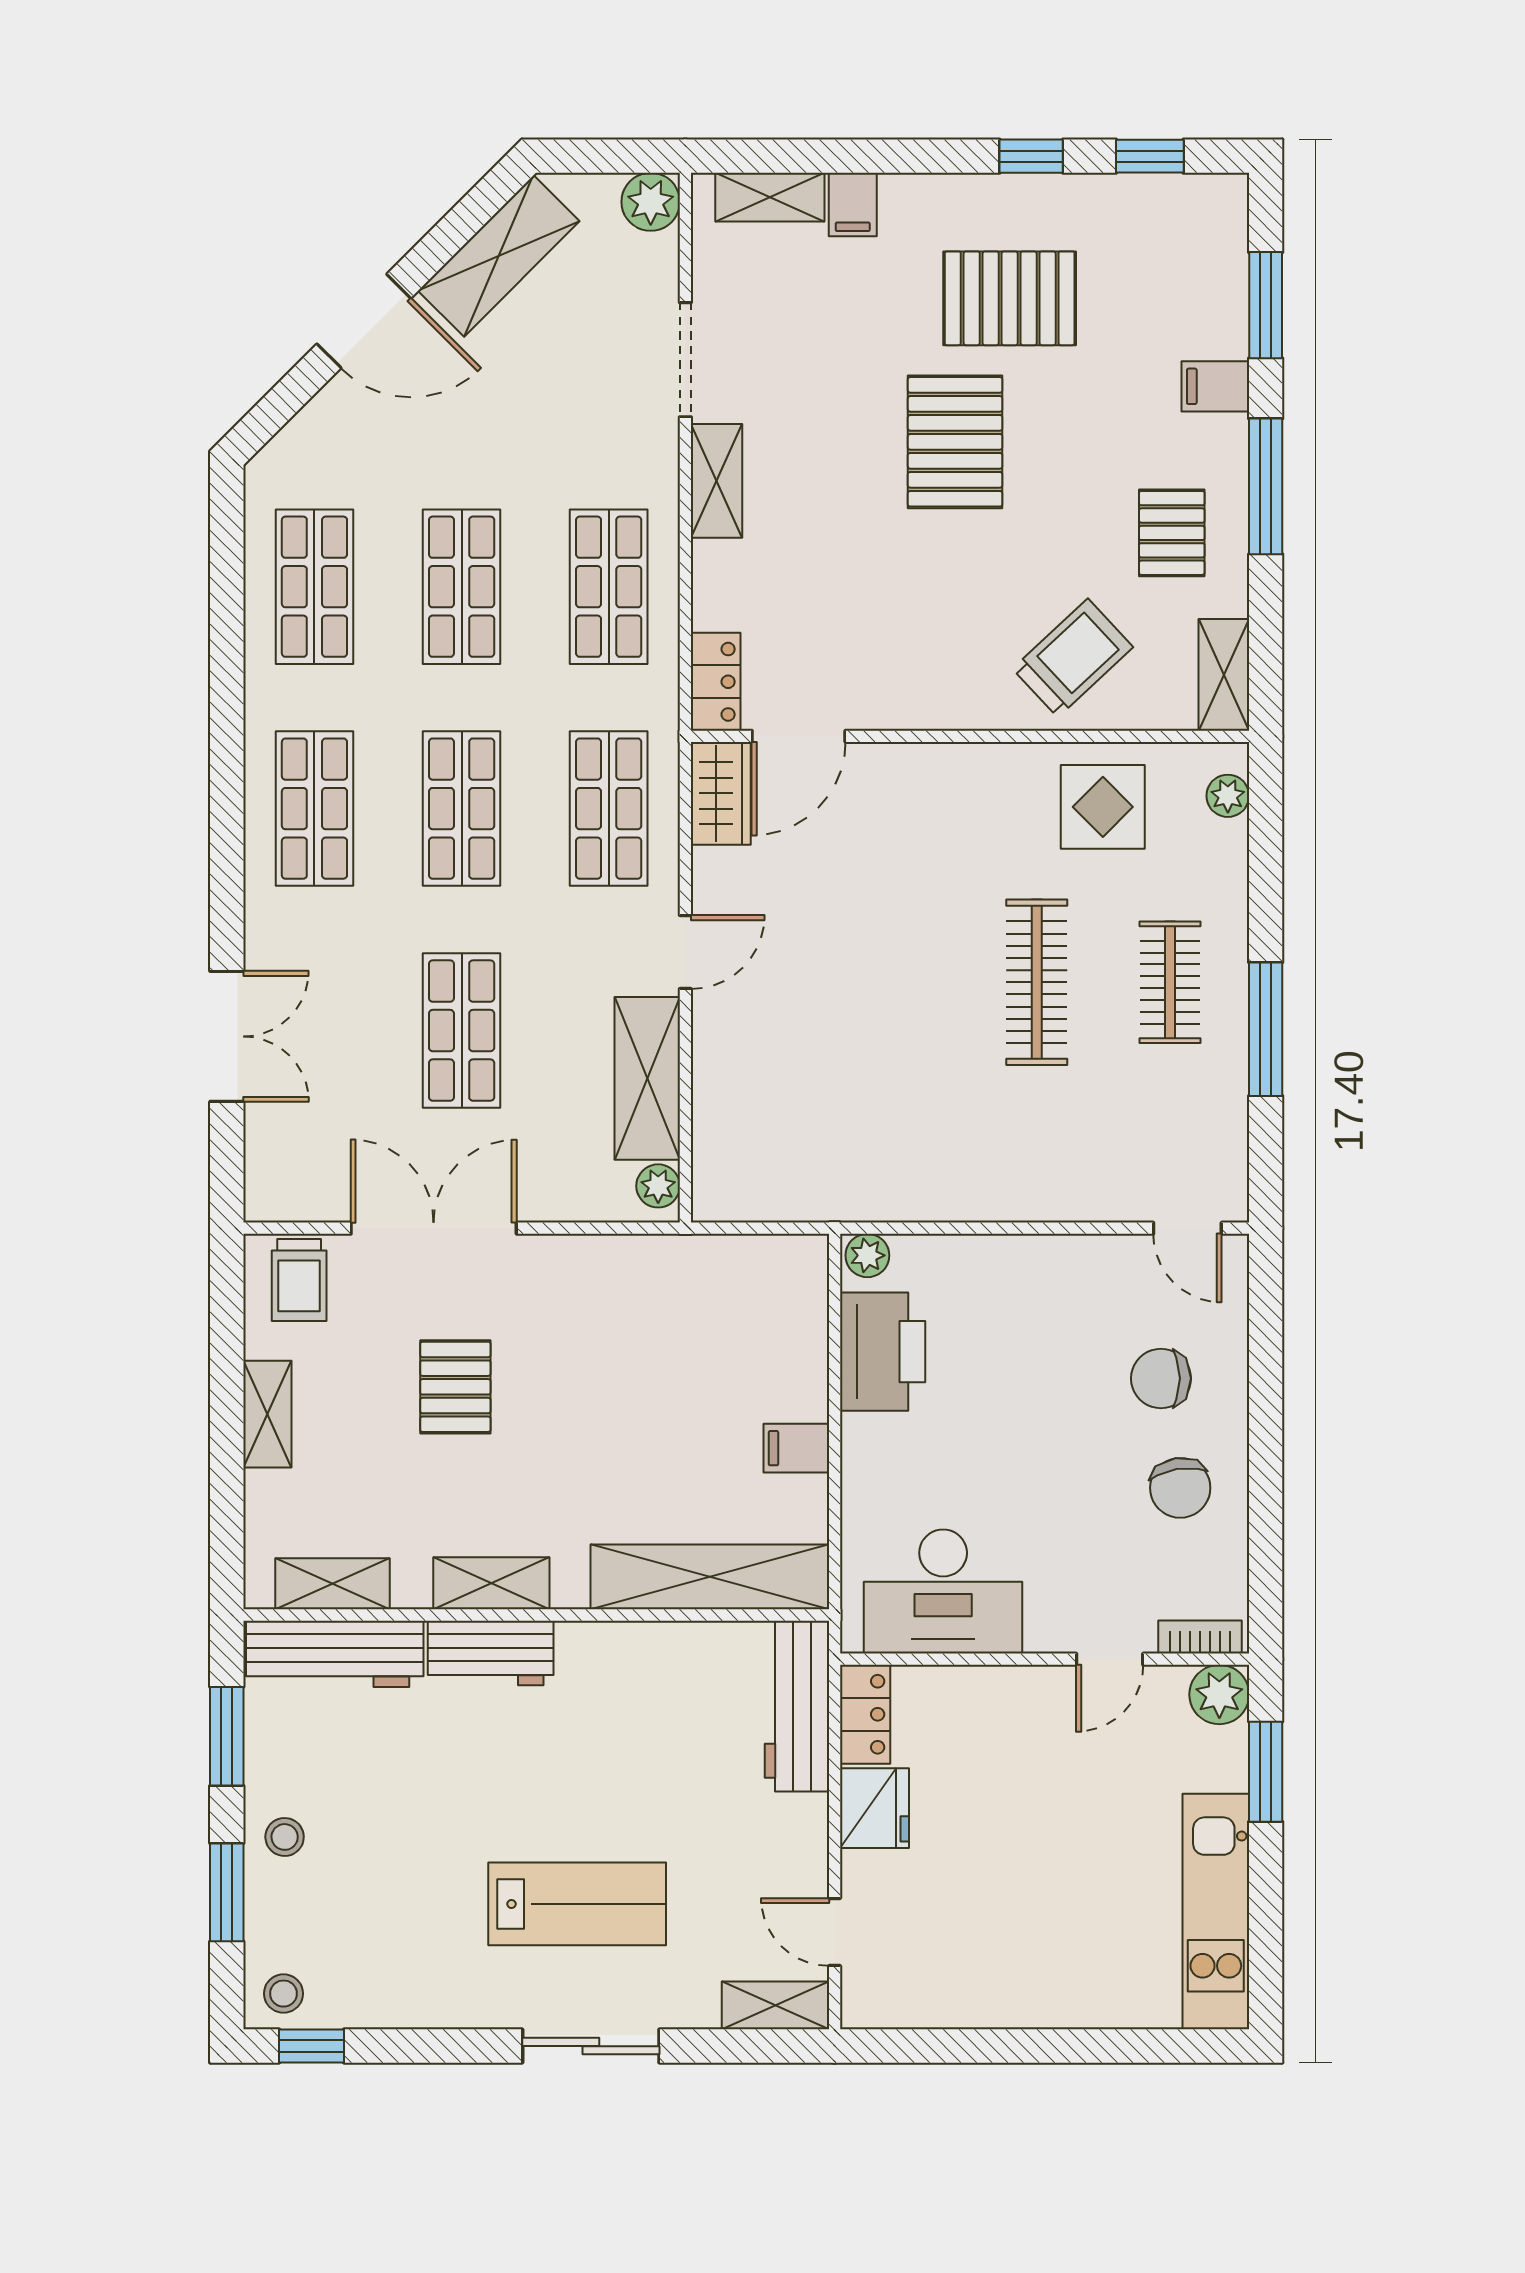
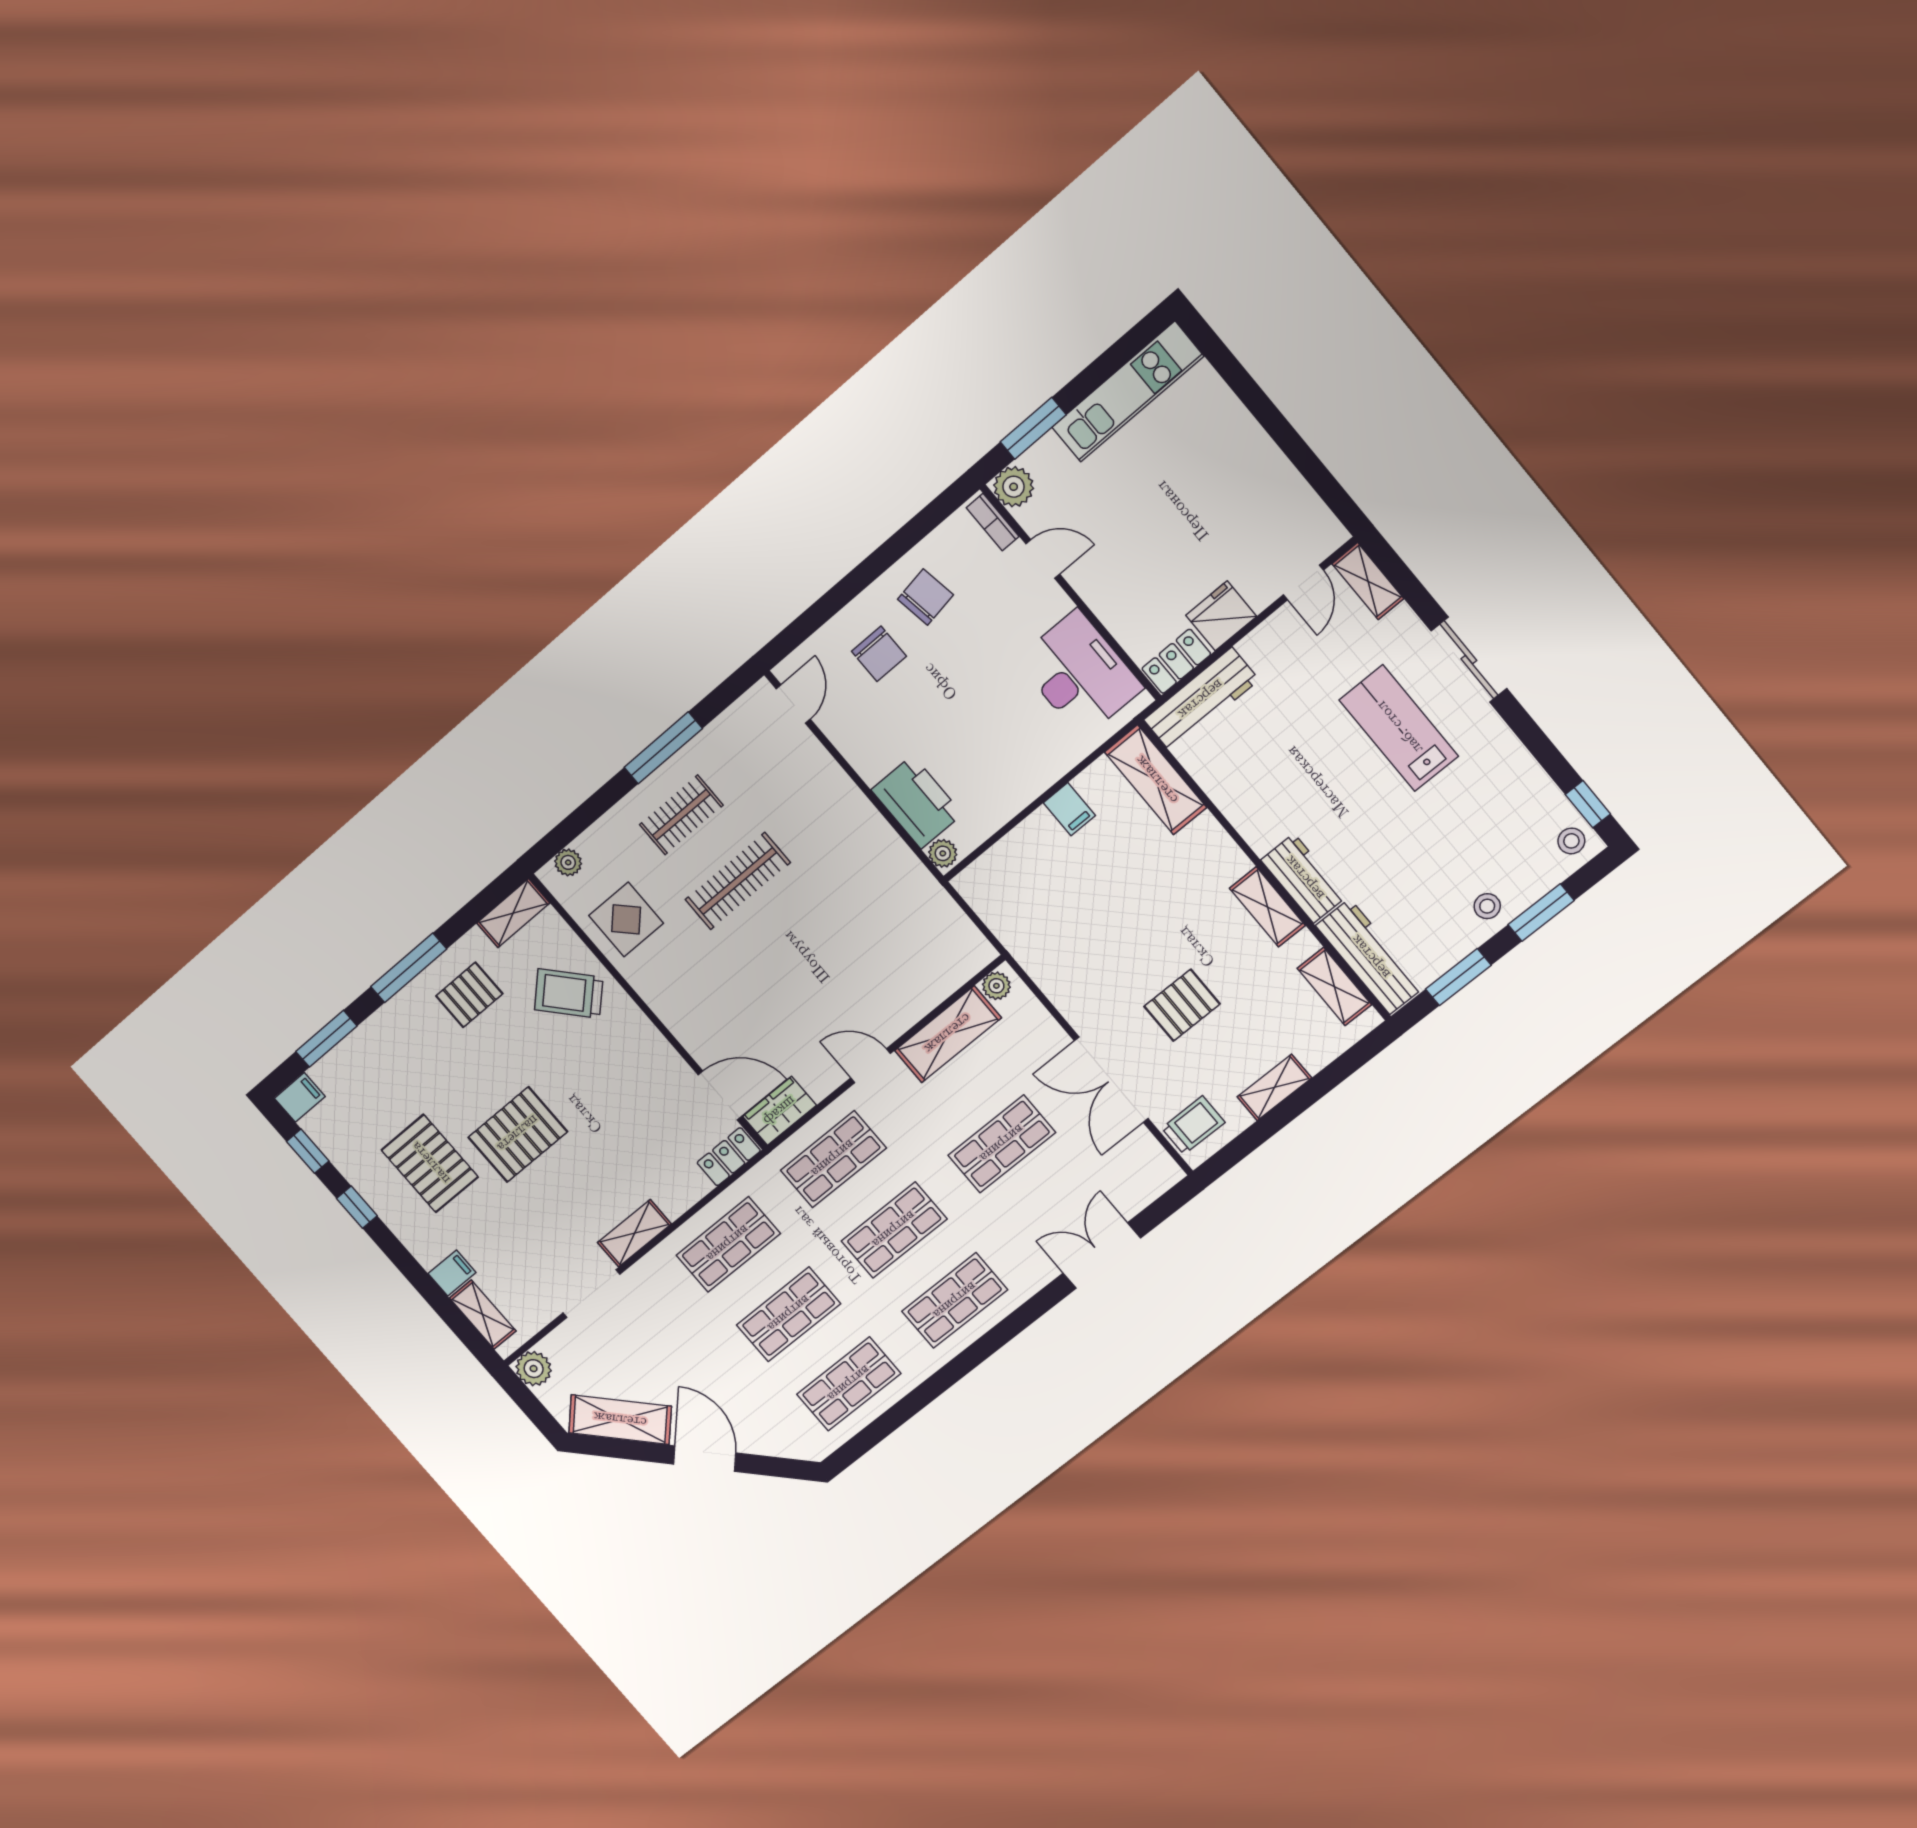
filing cabinet: (1215, 386) -> (300, 1097), moved, turned -90
printer: (883, 1352) -> (917, 802), moved, turned 90
shelving: (710, 1577) -> (1156, 780), width x0.68

